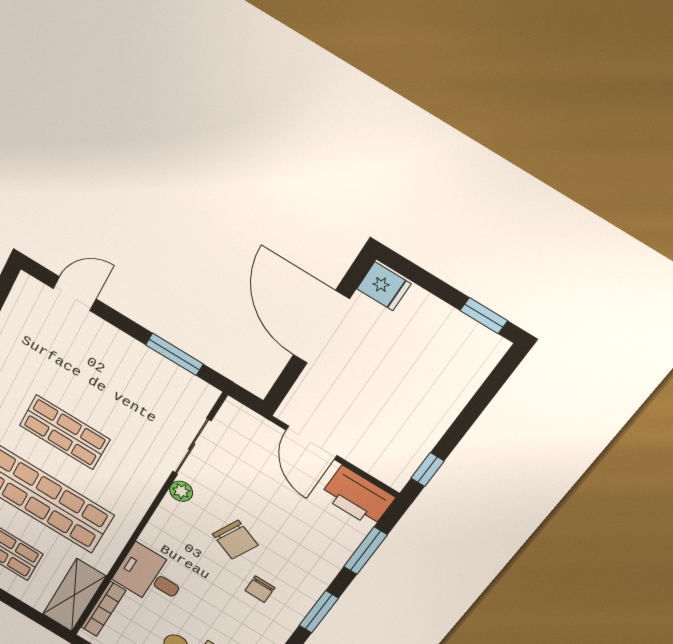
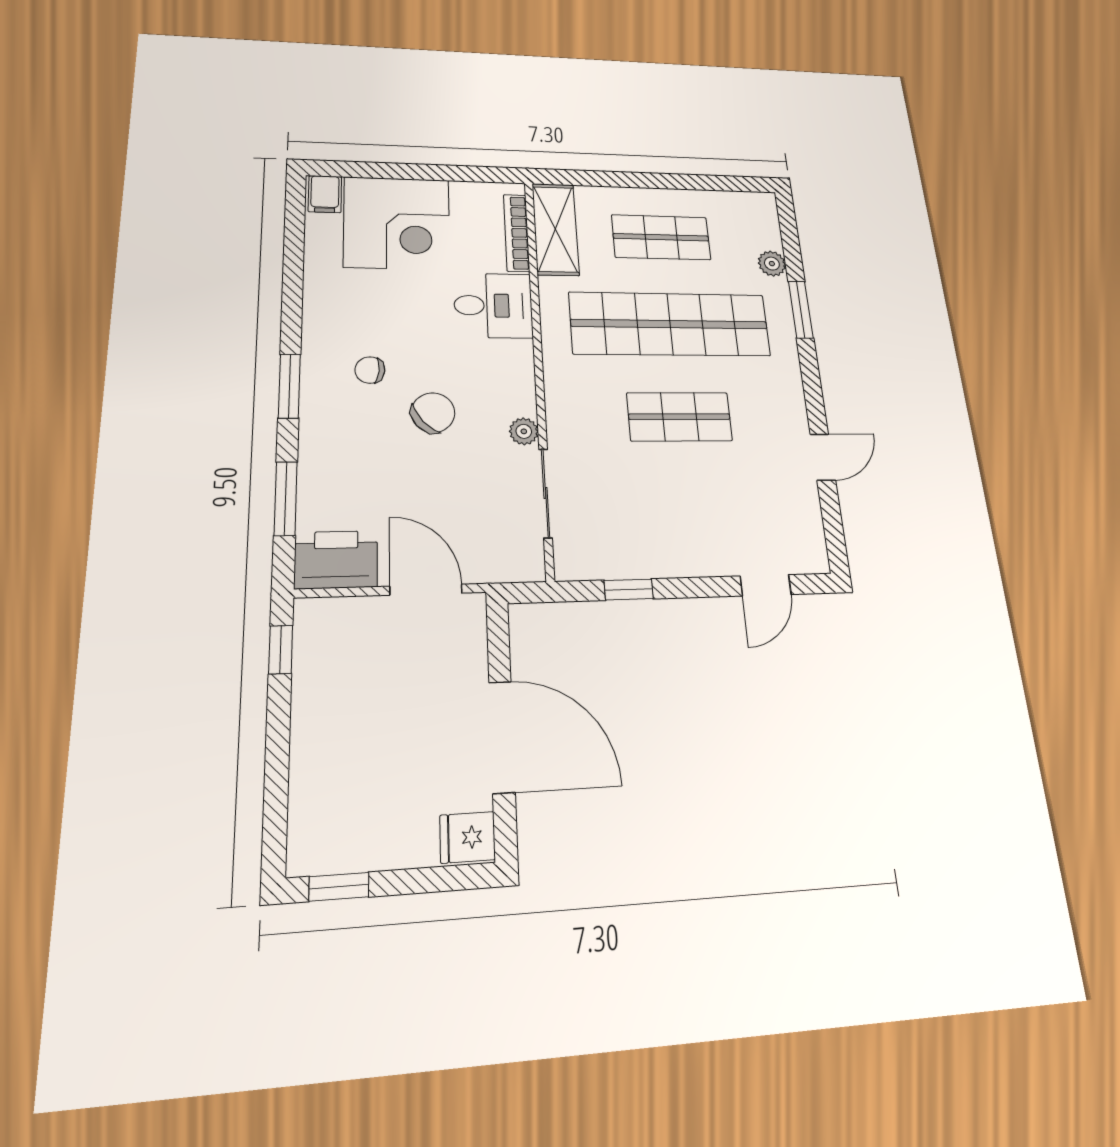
window: (174, 354) -> (629, 590), width x0.67
chair: (235, 540) -> (433, 413), turned 115
chair: (260, 589) -> (370, 370), turned -85

